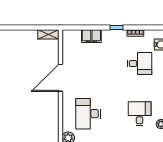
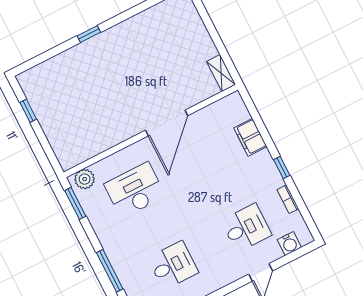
desk: (140, 64) -> (246, 228), turned -90
door: (60, 78) -> (167, 123), swing flipped

